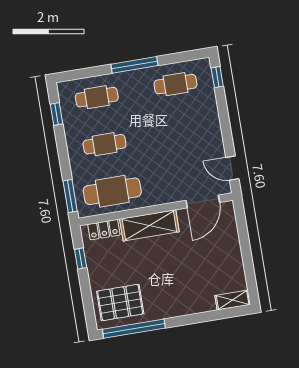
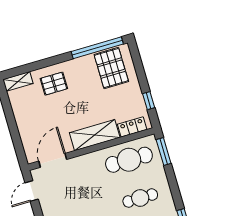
door: (232, 168) -> (32, 191), swing flipped
pallet: (190, 292) -> (54, 84), added
pallet: (120, 303) -> (111, 68), turned 90

